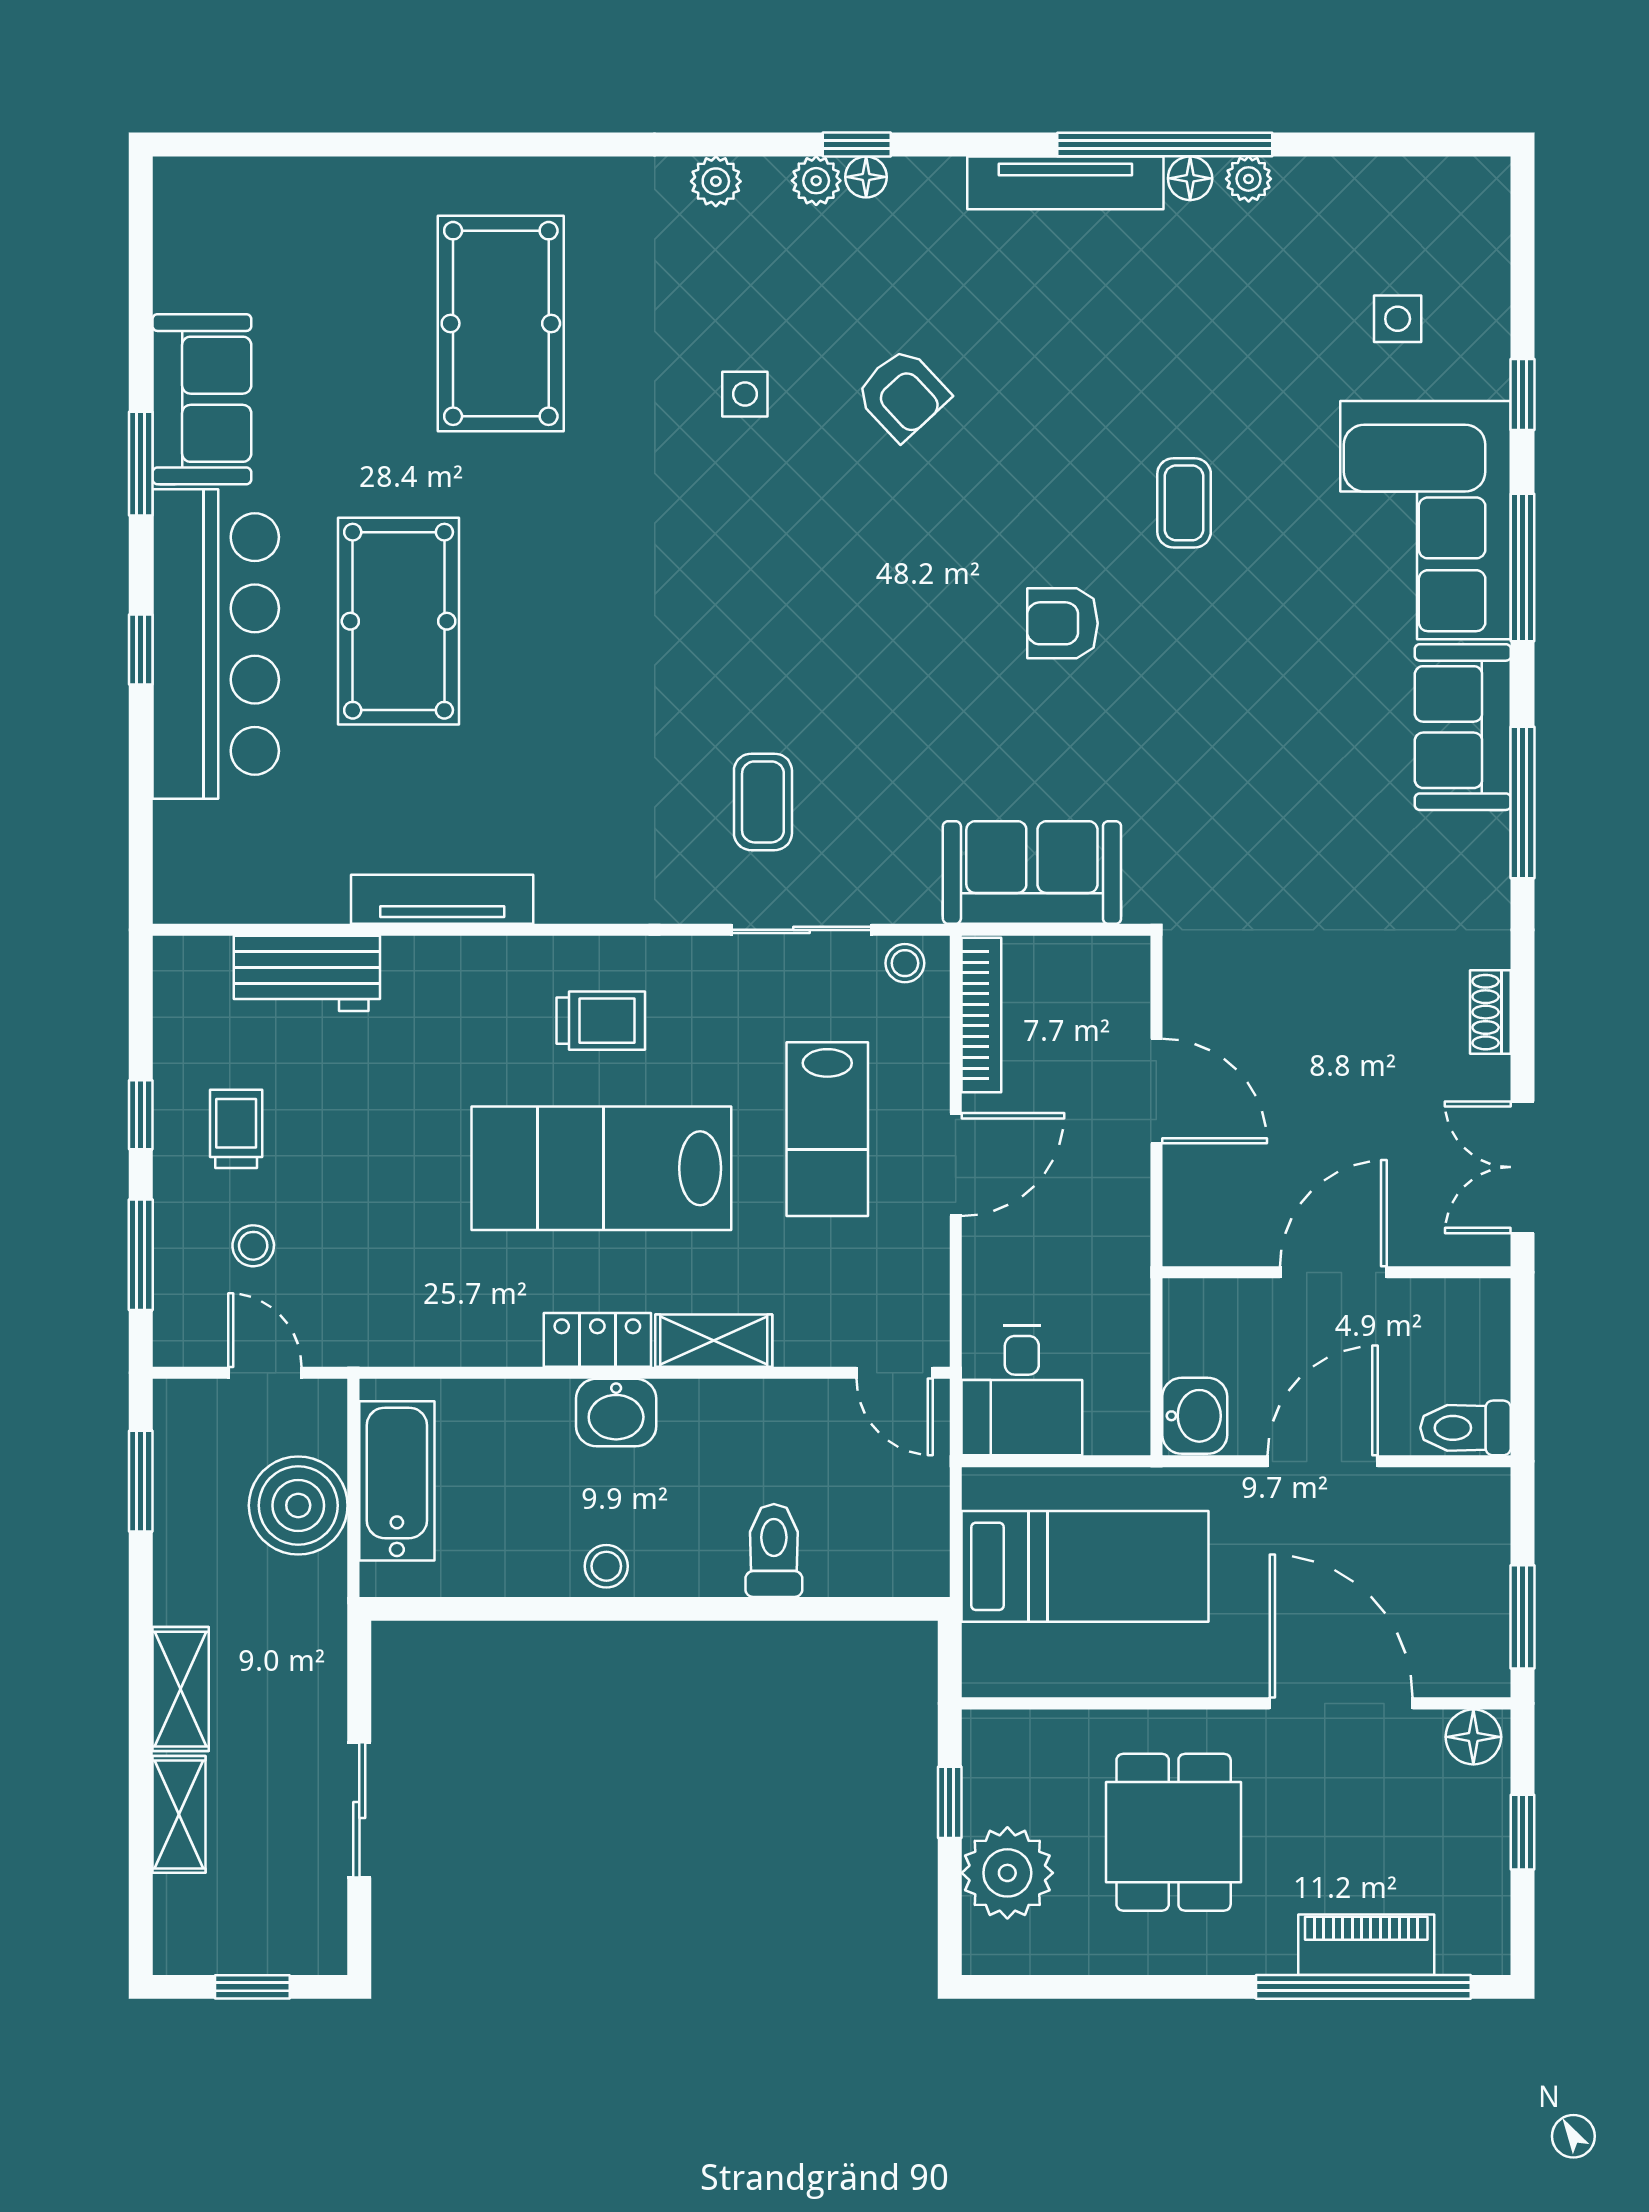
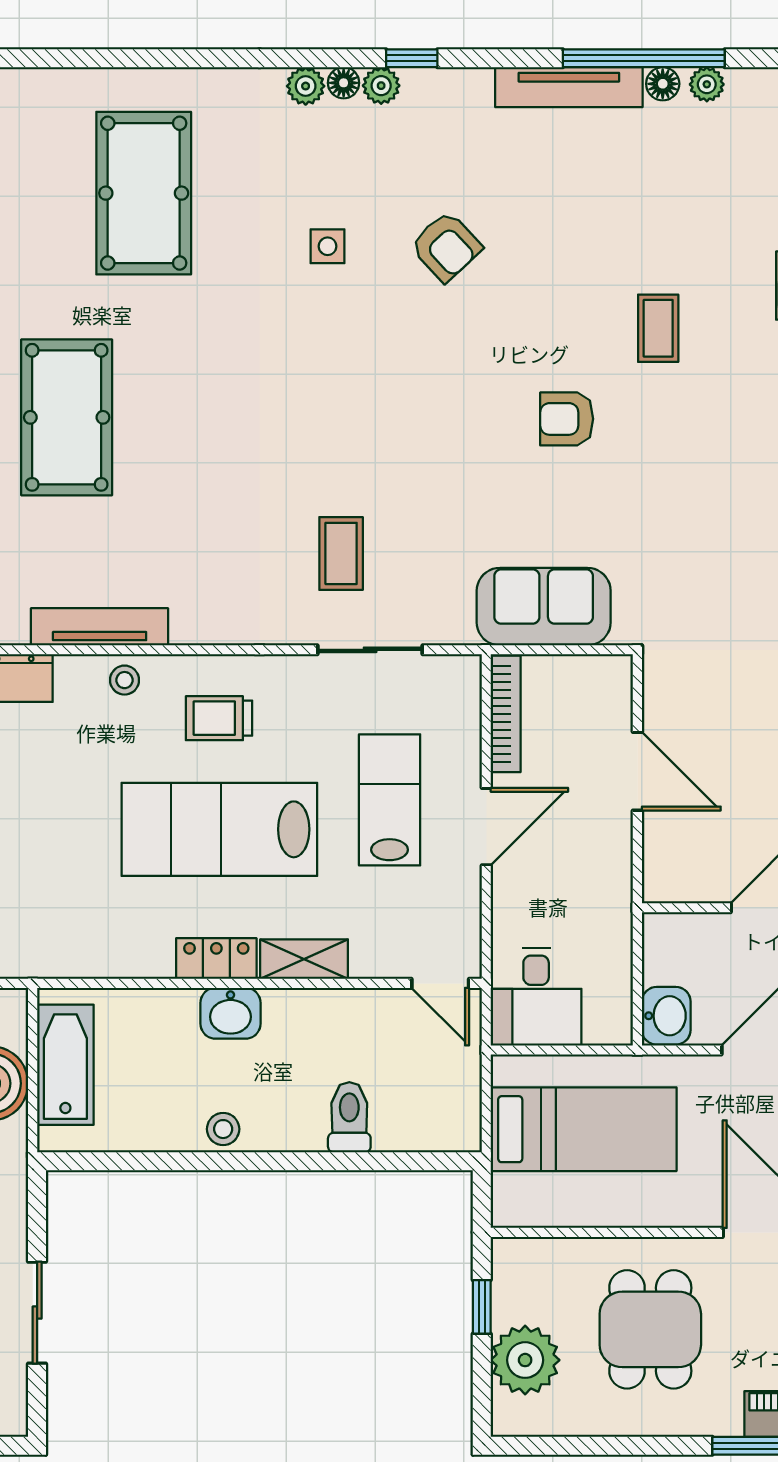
floor lamp: (866, 177) -> (344, 83), moved
stool: (905, 963) -> (125, 680), moved
trolley: (601, 1021) -> (219, 718), turned 180
lab bench: (827, 1129) -> (390, 800), turned 180

